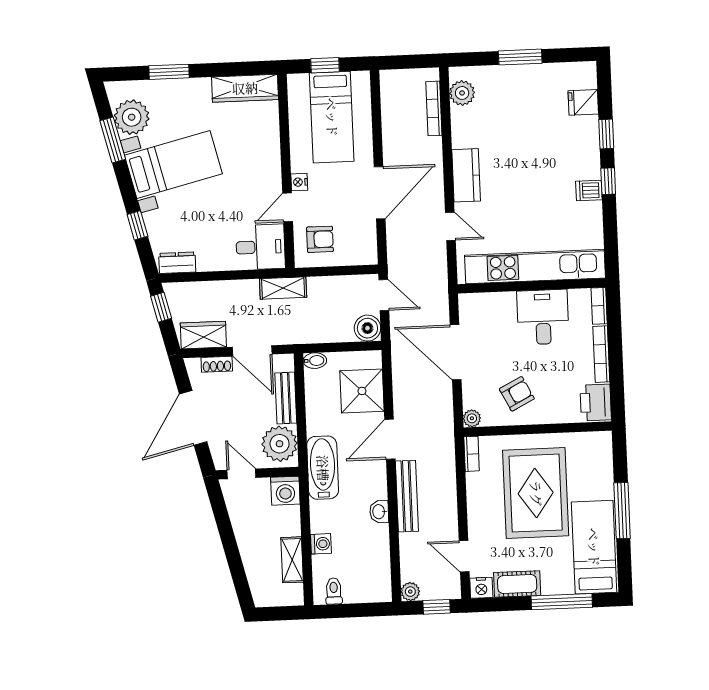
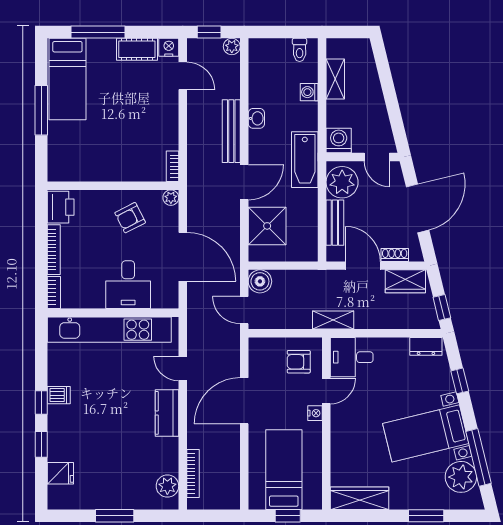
window: (113, 140) -> (478, 457), width x1.44
desk: (543, 317) -> (128, 285), moved
bidet: (315, 361) -> (308, 255), removed
rug: (536, 493) -> (117, 129), removed

